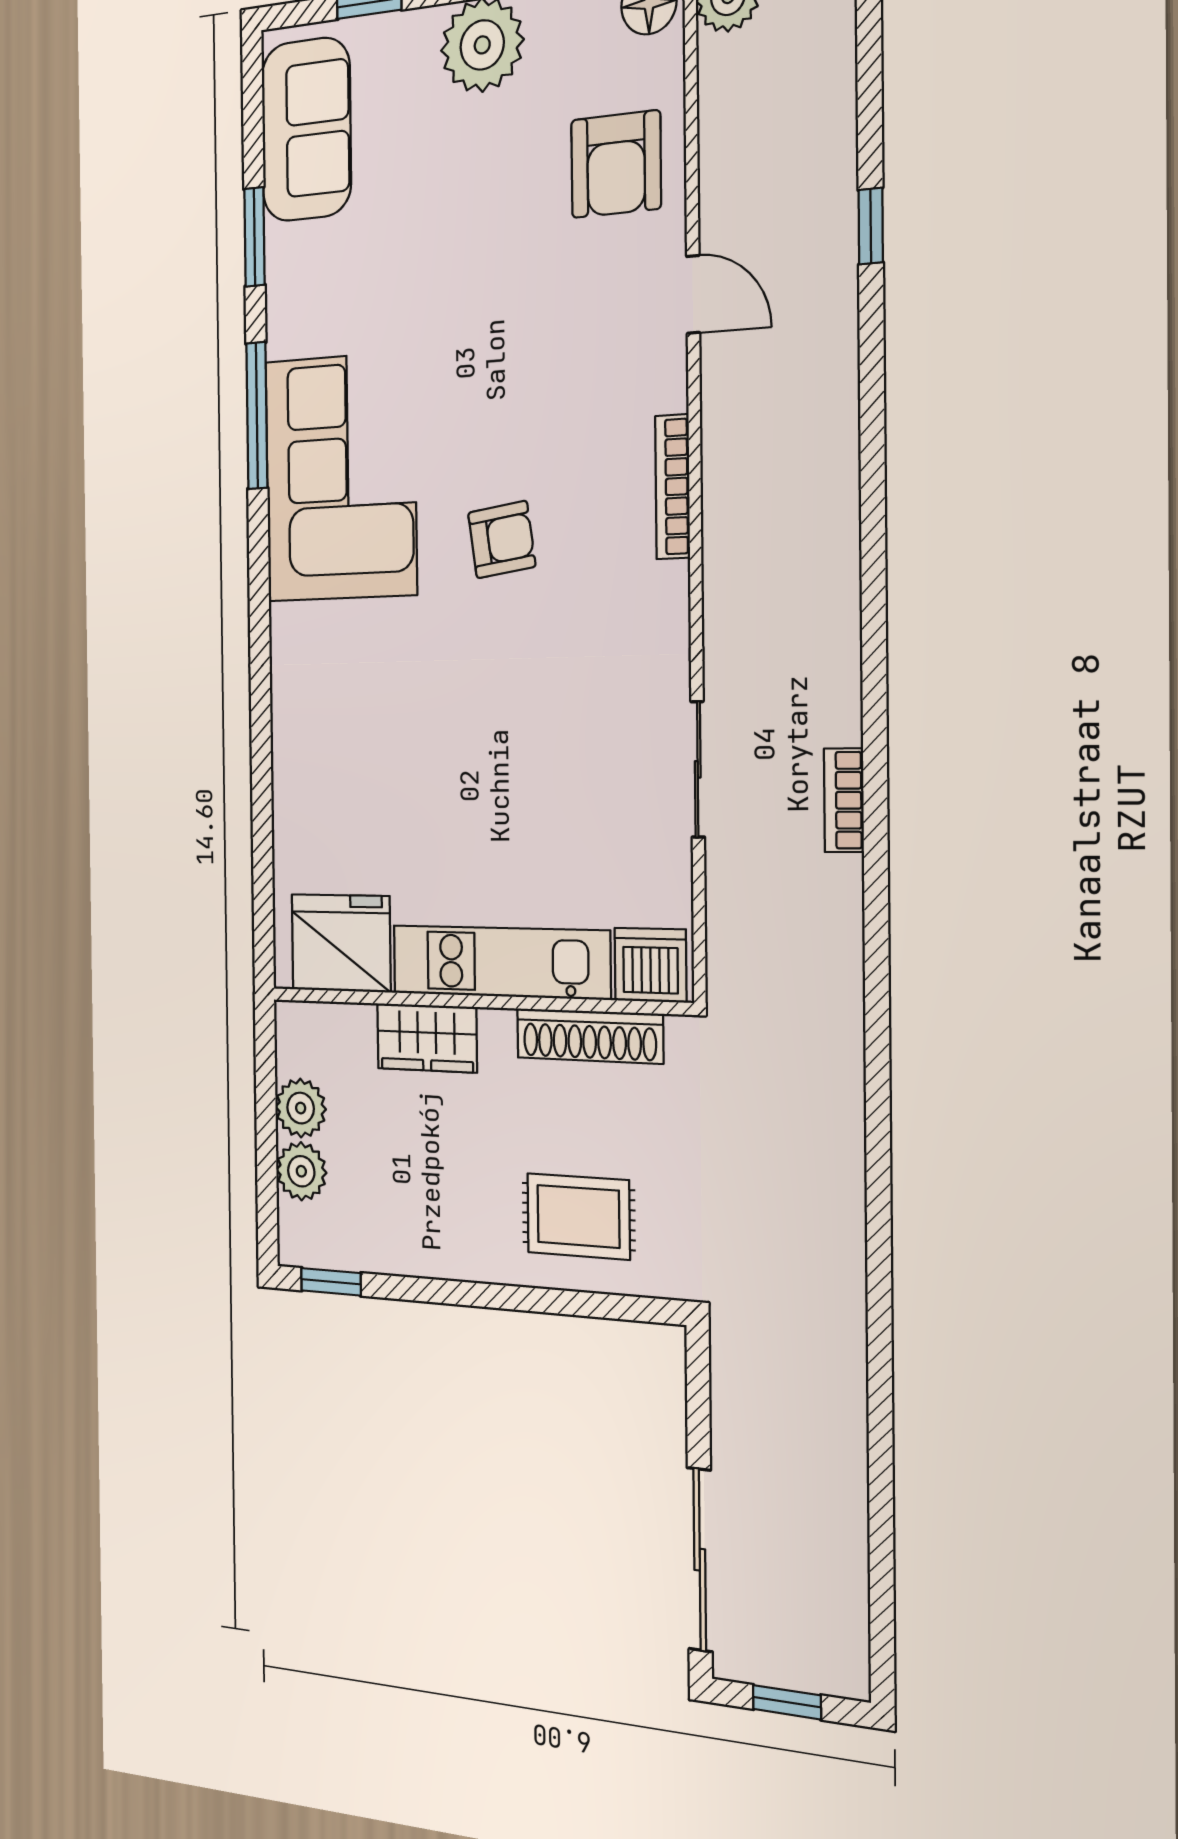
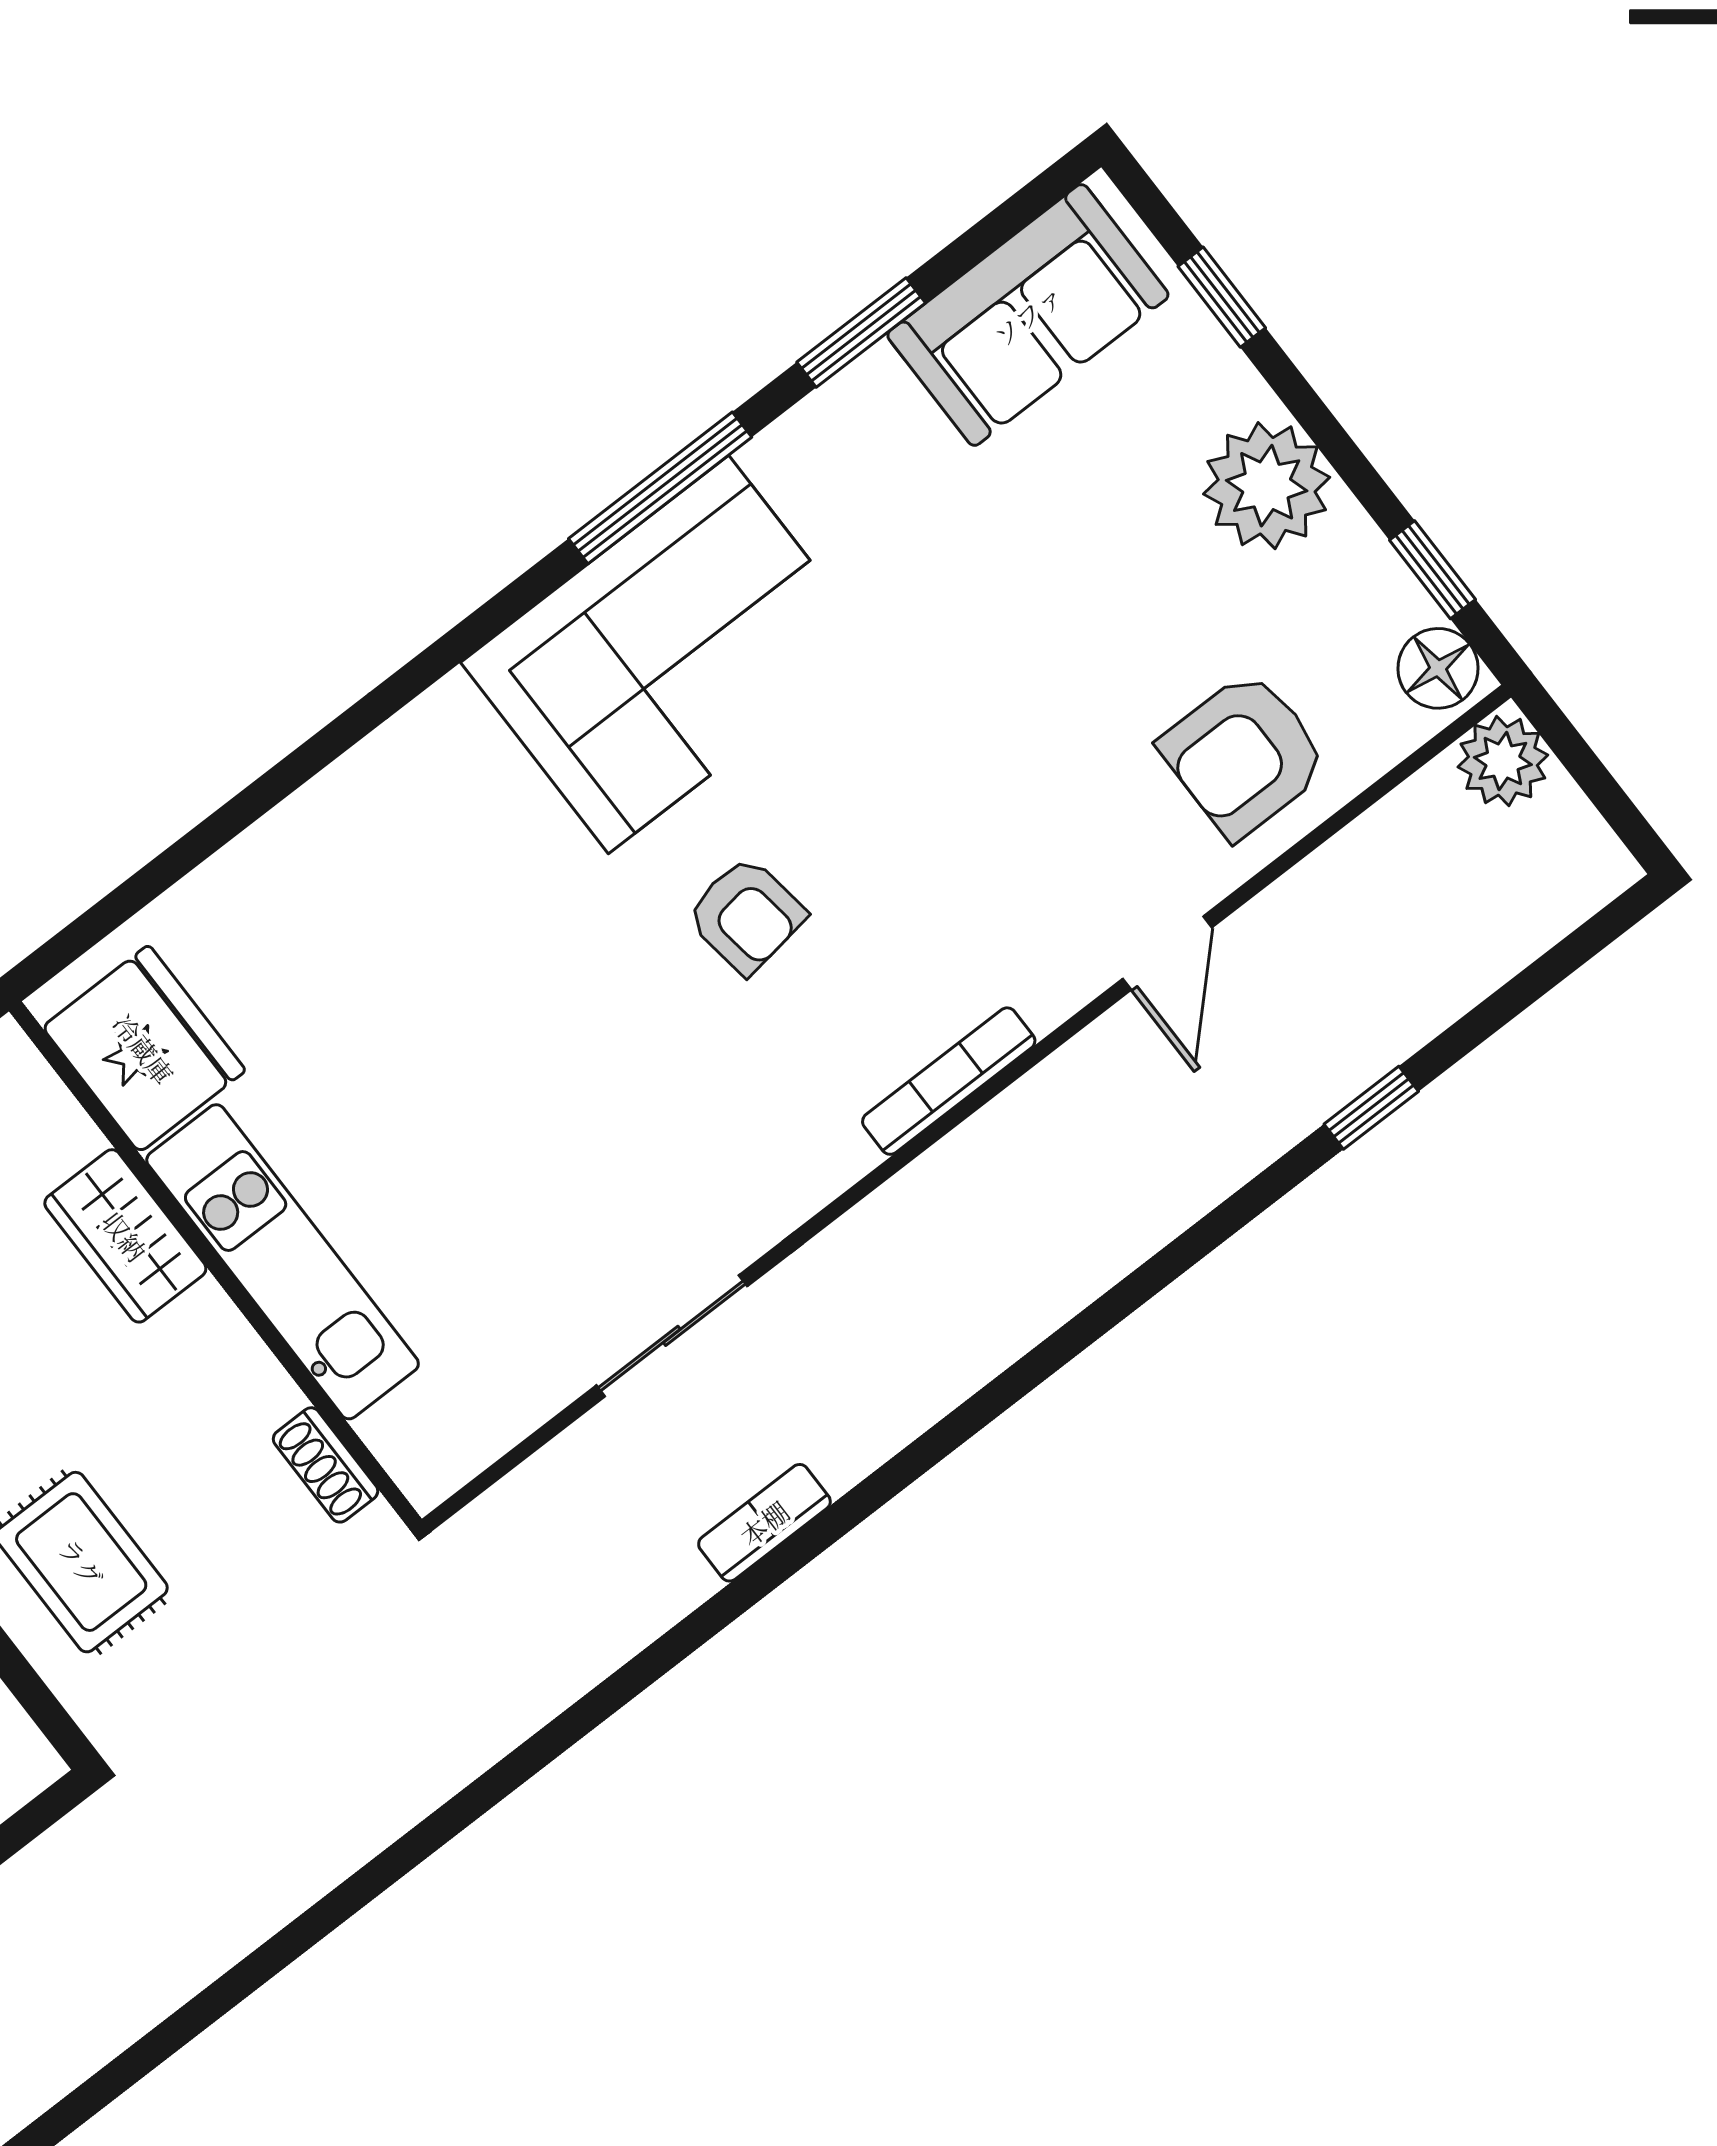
dishwasher: (651, 965) -> (422, 1439), removed
shoe rack: (590, 1036) -> (326, 1465), width x0.51, depth x0.81

